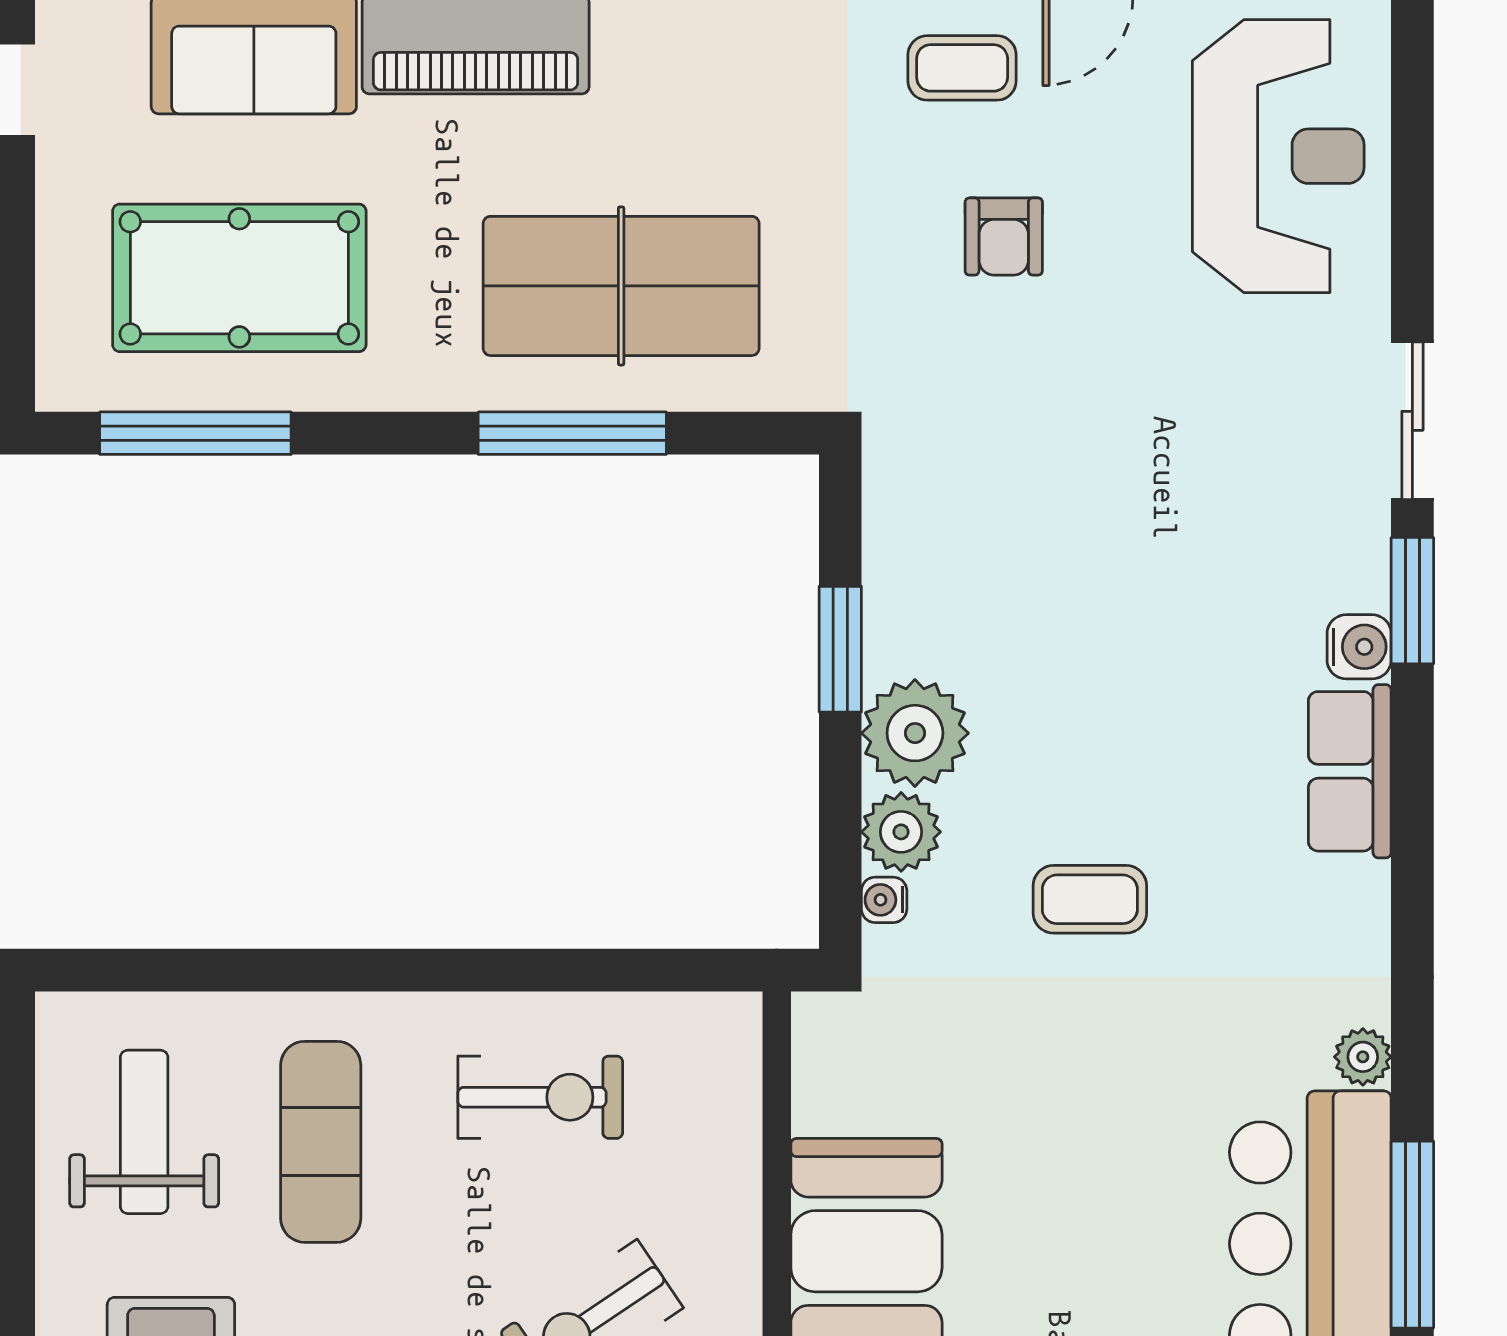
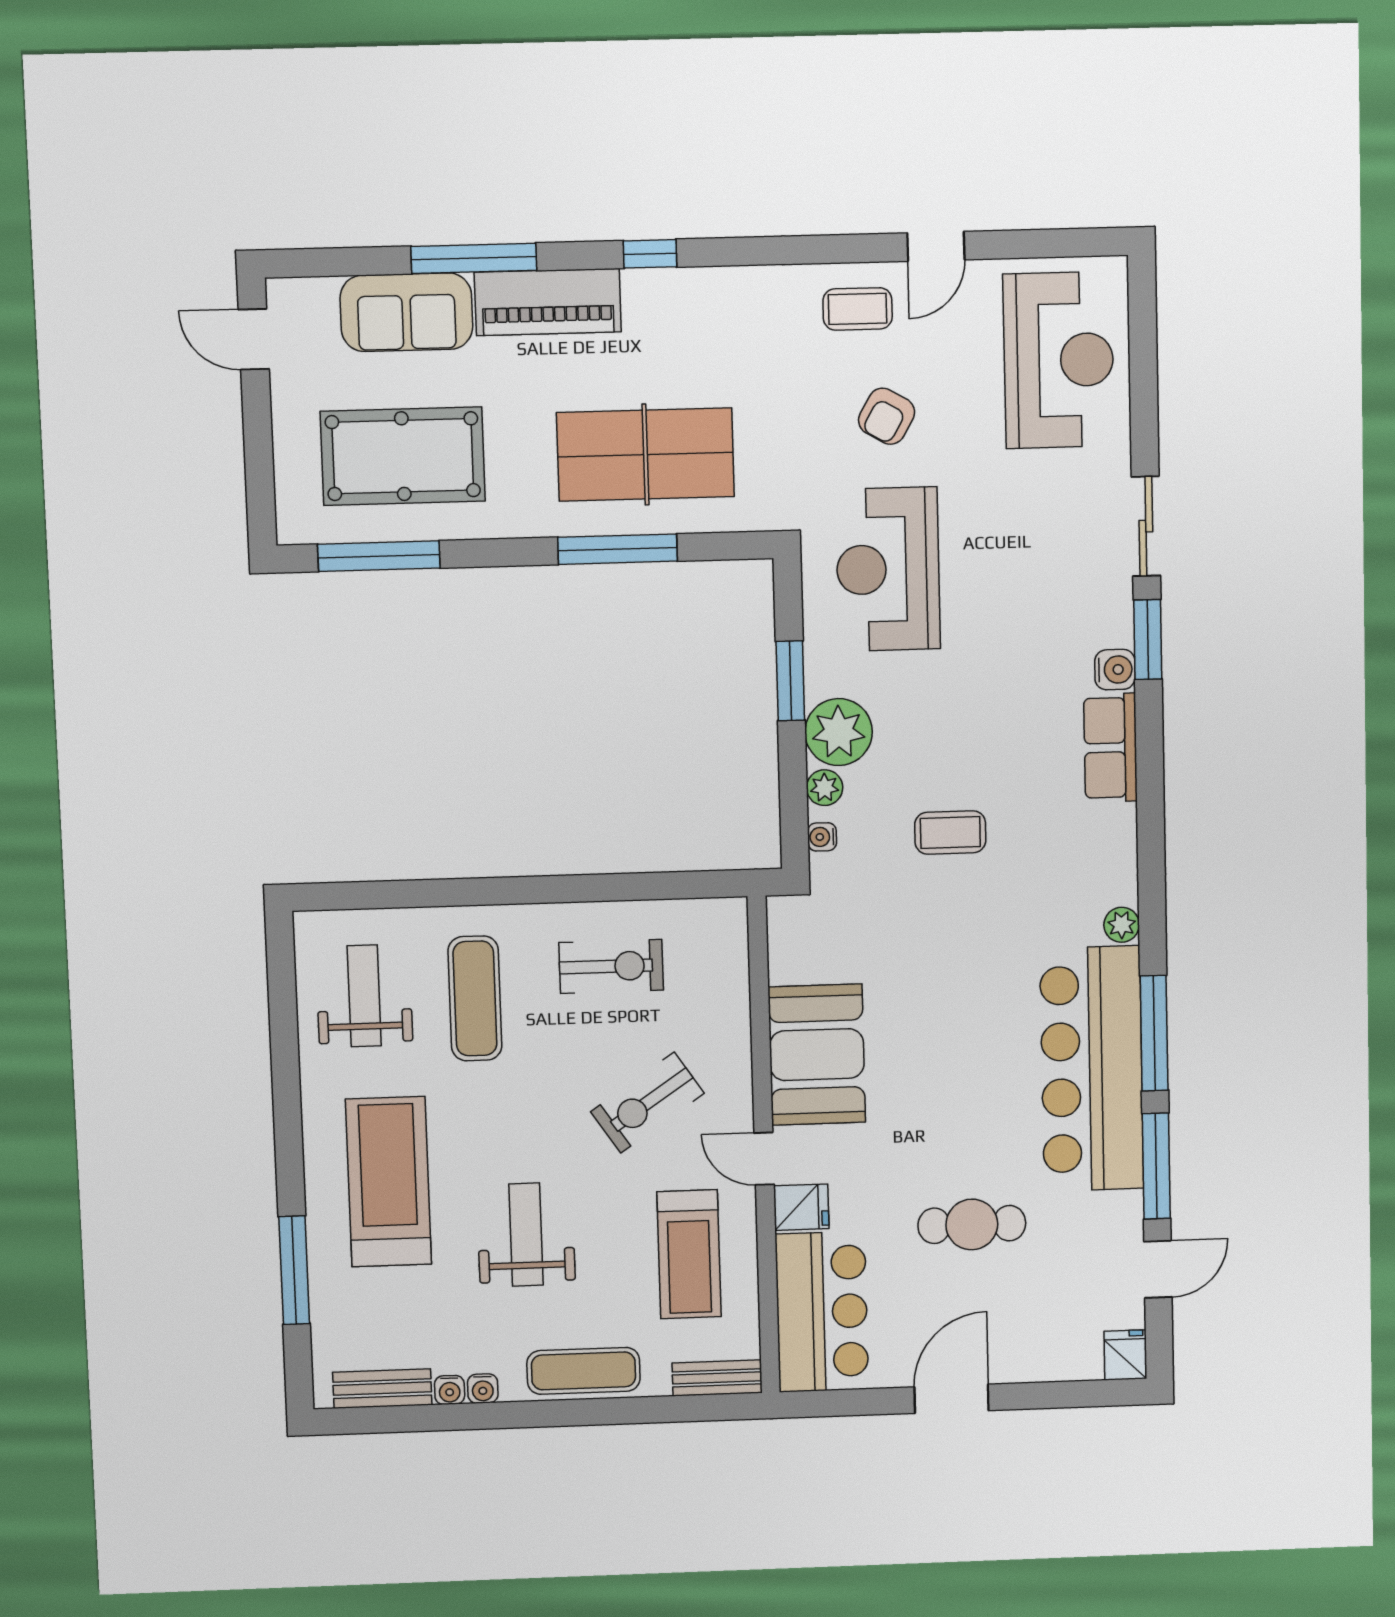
armchair: (1004, 236) -> (887, 416), turned 30
reception desk: (1000, 477) -> (888, 569), added
plant: (901, 832) -> (825, 788), width x0.73, depth x0.73

